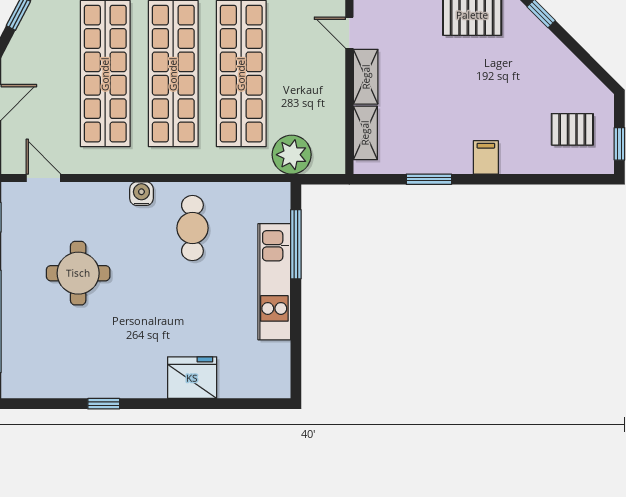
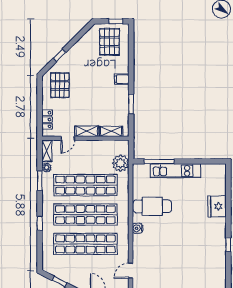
pallet: (572, 129) -> (110, 42), width x1.50, depth x1.42
cafe table: (192, 228) -> (152, 206), width x1.37, depth x1.35
round table: (78, 273) -> (172, 256), removed

